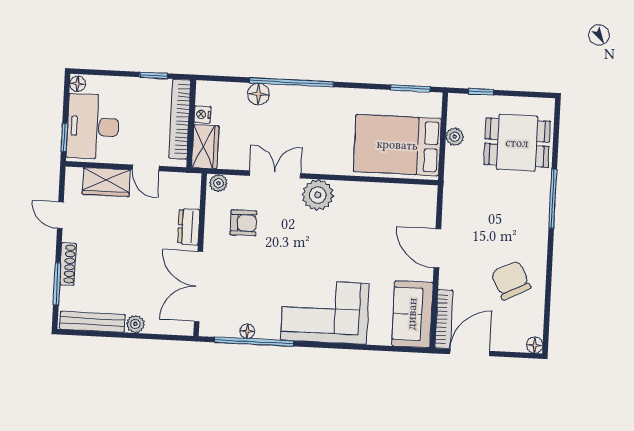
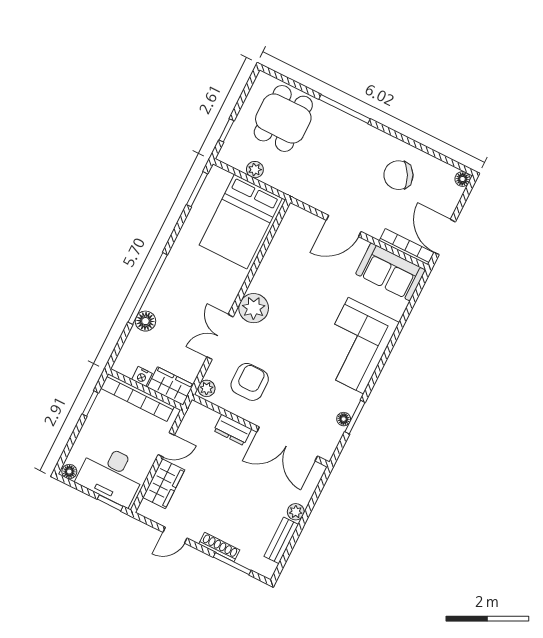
armchair: (243, 223) -> (250, 382), width x1.38, depth x1.38
bench: (92, 322) -> (281, 540), width x0.73
window: (254, 342) -> (355, 417), width x0.47

